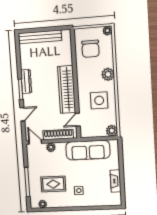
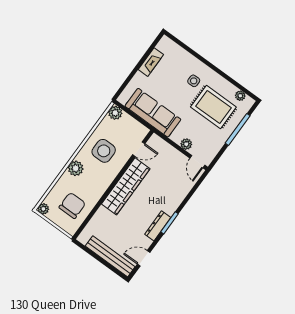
door: (22, 114) -> (144, 258), moved
shoe rack: (58, 134) -> (169, 151), removed
rug: (53, 184) -> (213, 107), width x1.36, depth x1.43

